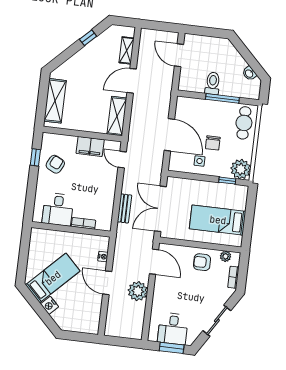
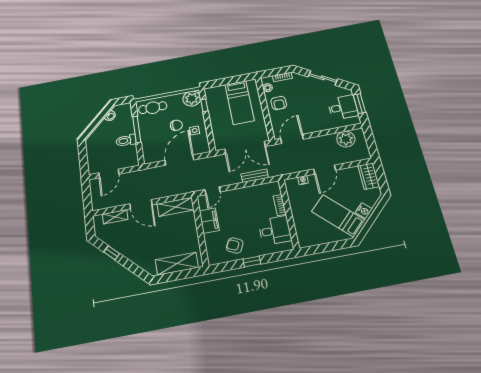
window: (35, 157) -> (252, 261), moved
plant: (138, 291) -> (346, 139), moved
wardrobe: (85, 325) -> (369, 176), added

